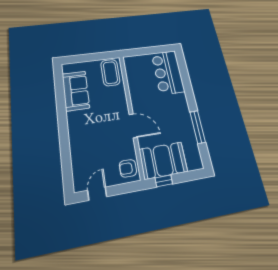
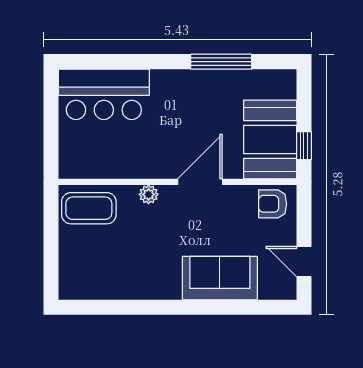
sofa: (76, 91) -> (220, 278), moved
plant: (122, 100) -> (149, 194), added
armchair: (128, 168) -> (273, 204), turned 90

